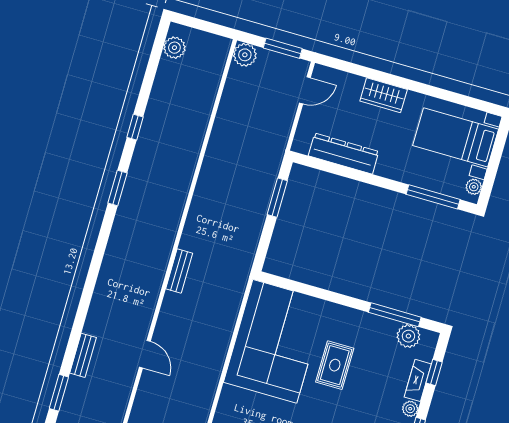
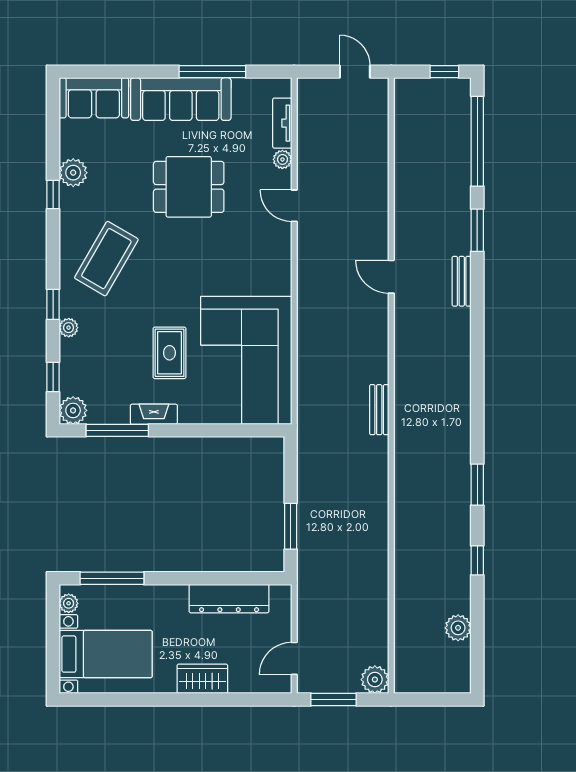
plant: (174, 48) -> (458, 628), moved
plant: (408, 336) -> (73, 410), moved
door: (145, 354) -> (391, 277), moved
fireplace: (418, 380) -> (154, 414), moved, turned -90

